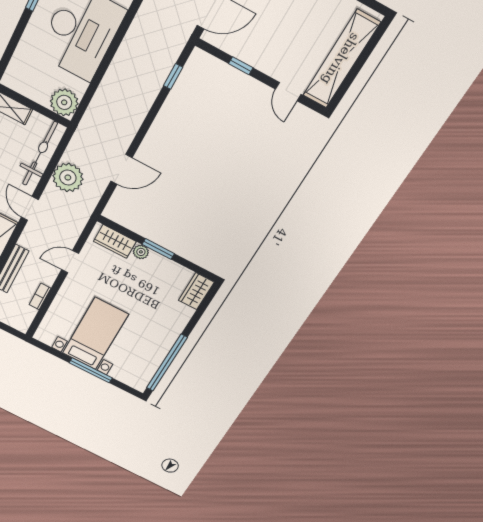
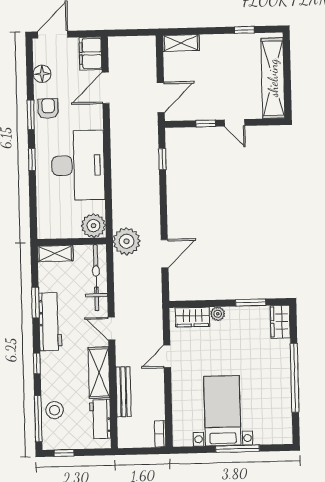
door: (288, 92) -> (234, 123), moved
plant: (68, 178) -> (127, 241), moved
window: (158, 249) -> (251, 303), moved
bookcase: (40, 296) -> (160, 434), moved
window: (167, 363) -> (295, 378), moved

